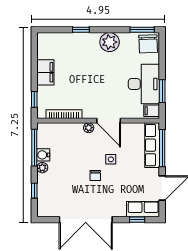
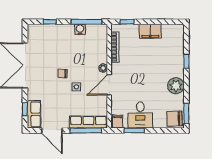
desk: (144, 84) -> (140, 115), width x0.73
plant: (42, 168) -> (69, 29), removed

